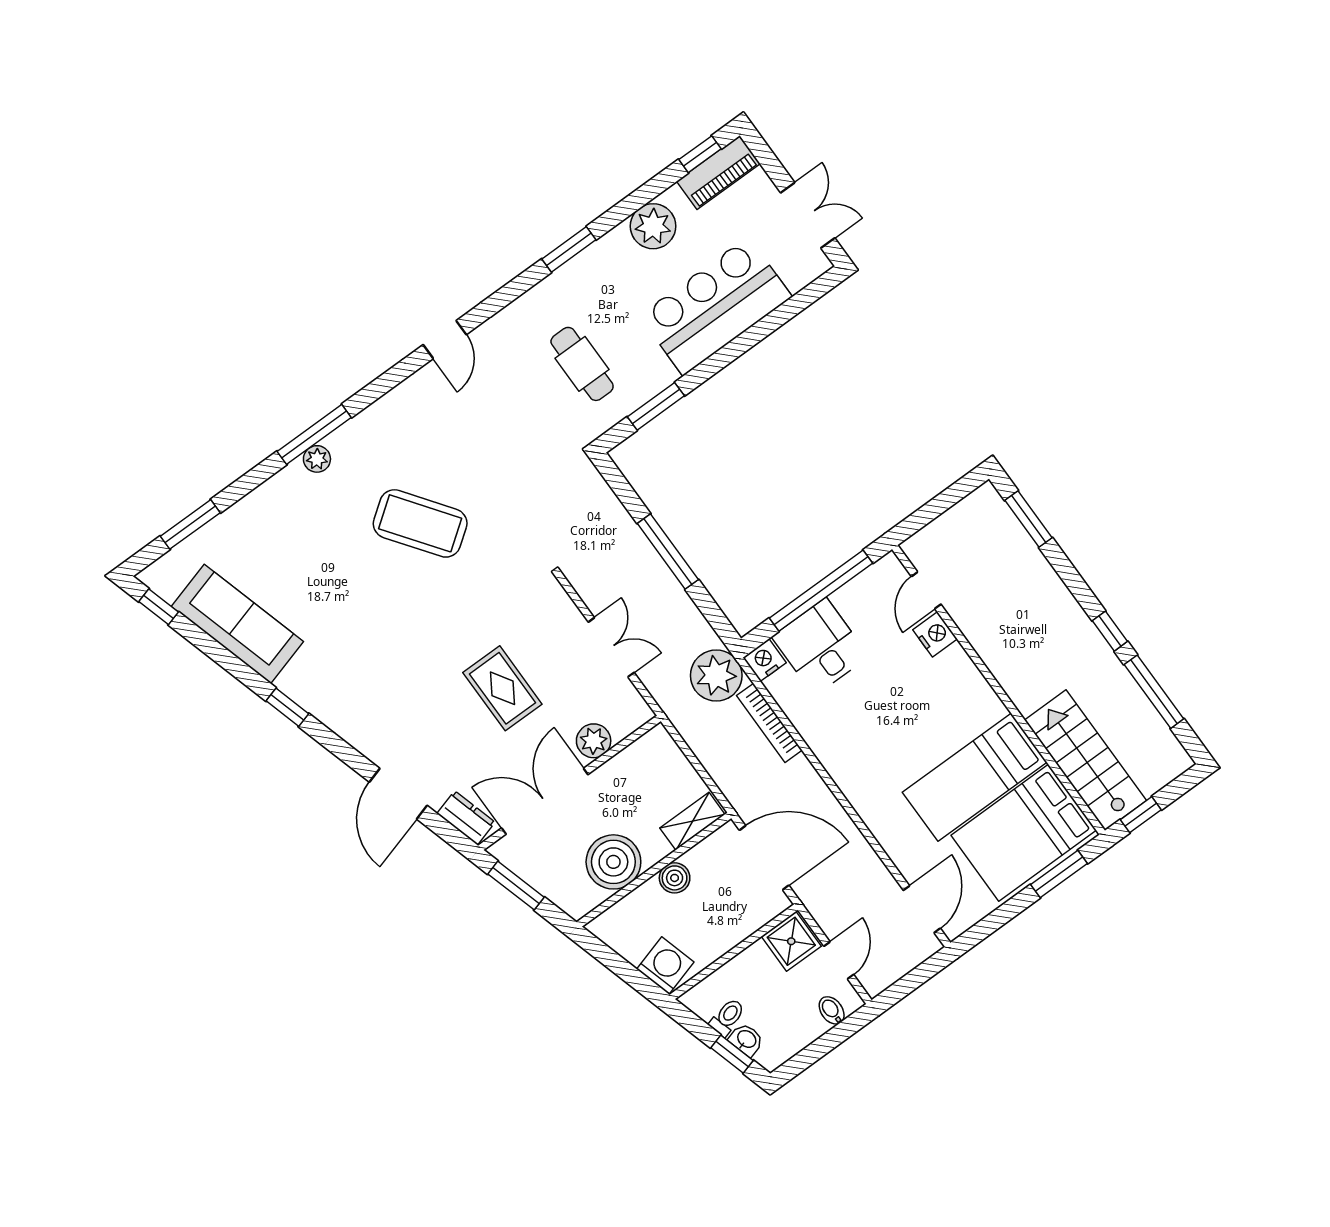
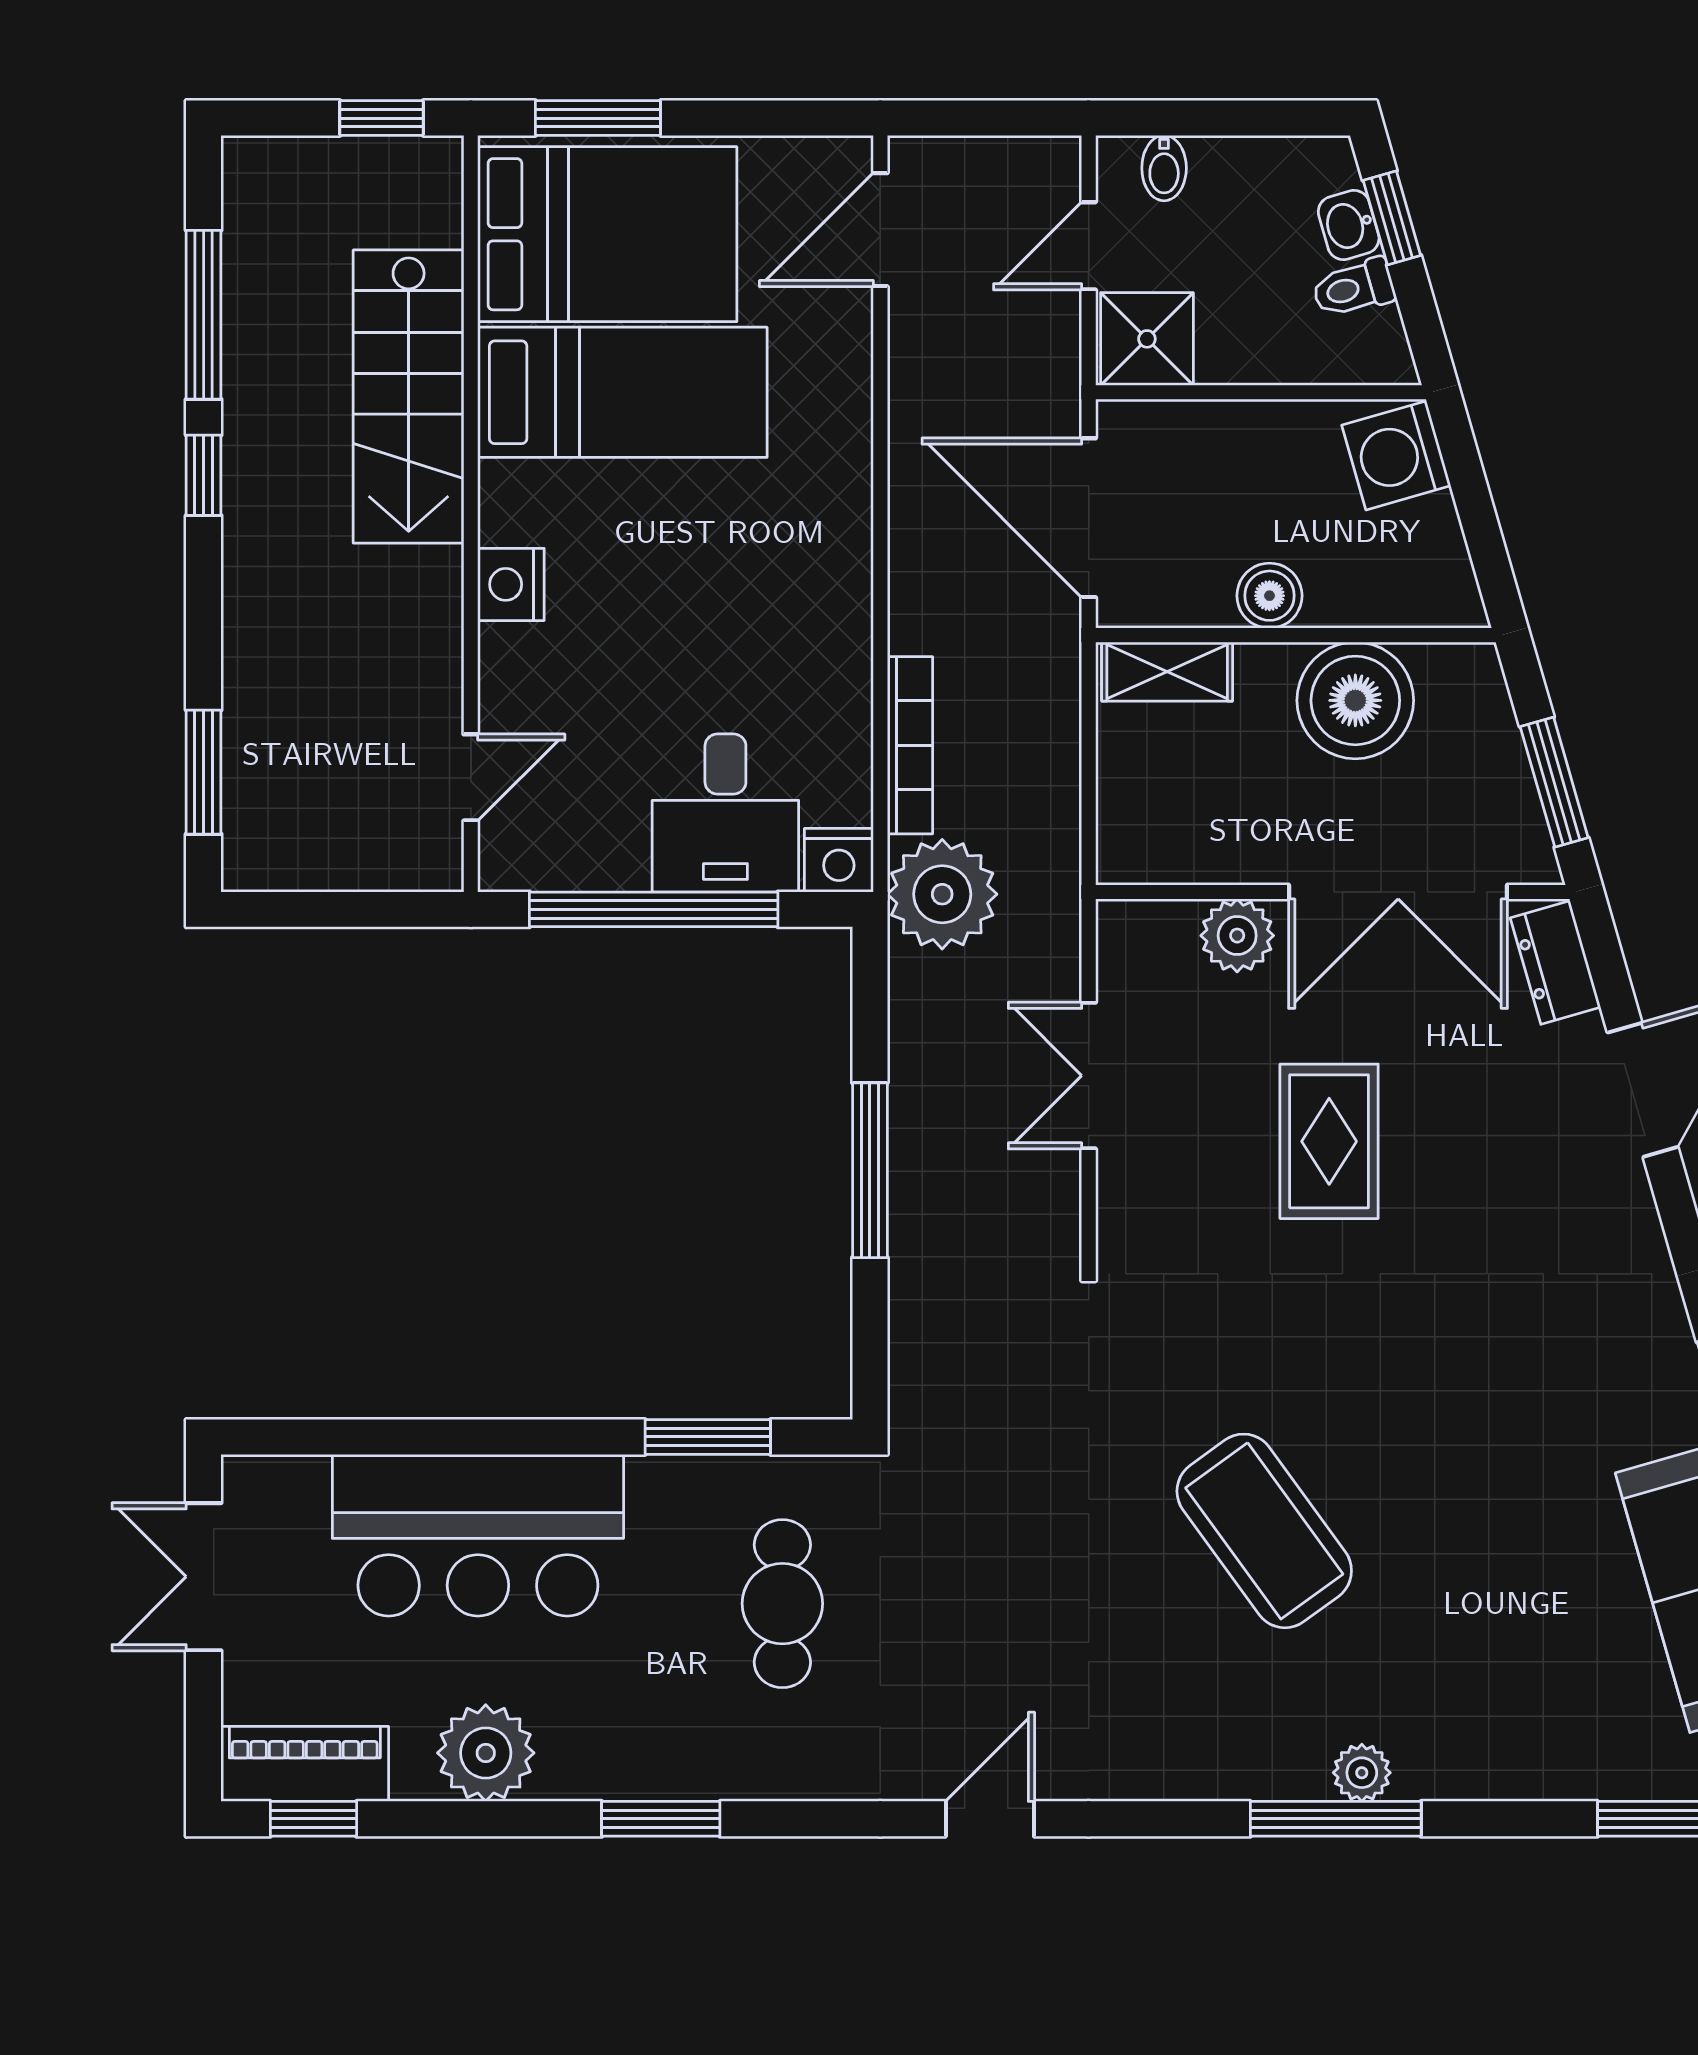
nightstand: (935, 634) -> (511, 584), moved
stairs: (1086, 760) -> (409, 397), moved

